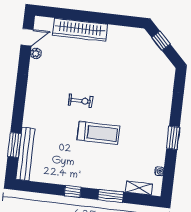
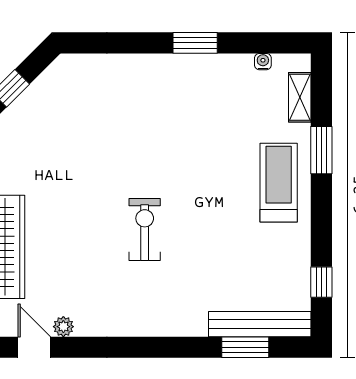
exercise bike: (81, 101) -> (145, 230), width x1.38, depth x1.39
treadmill: (98, 133) -> (279, 183), moved
window: (73, 191) -> (321, 282), moved

